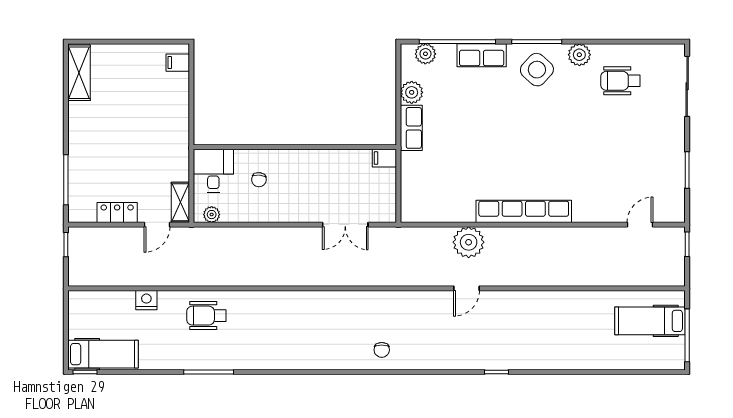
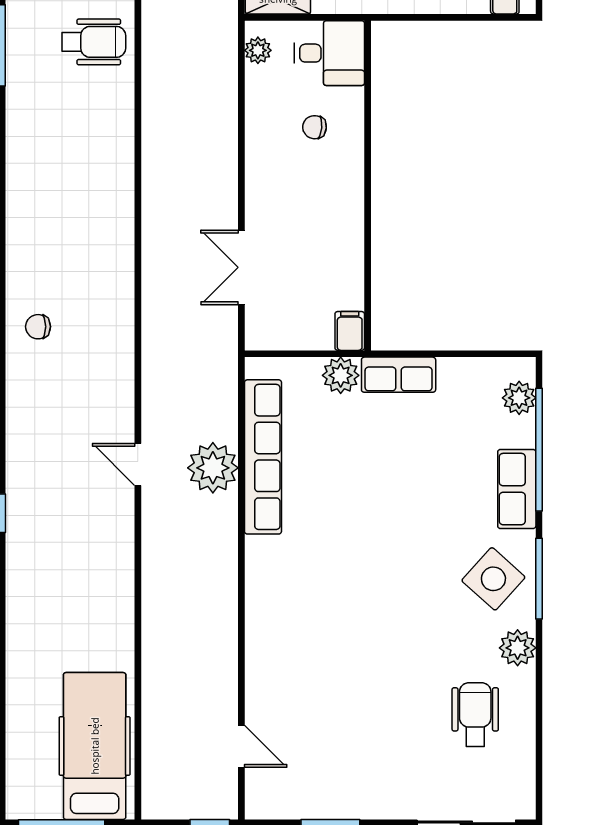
plant: (412, 92) -> (341, 375), moved
row of seats: (524, 211) -> (263, 457), moved
wheelchair: (206, 316) -> (94, 42), turned 90
hospital bed: (650, 321) -> (95, 746), width x1.37, depth x1.29

